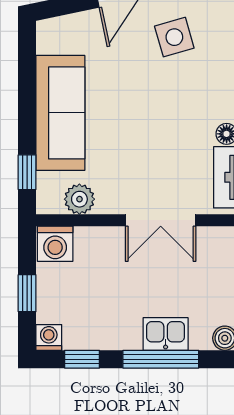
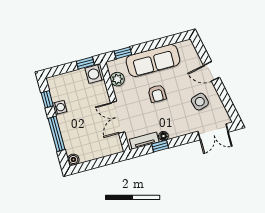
armchair: (133, 123) -> (157, 93), added
window: (27, 293) -> (85, 63), moved
kitchen sink: (166, 334) -> (68, 133), removed
washing machine: (49, 337) -> (60, 107), moved

